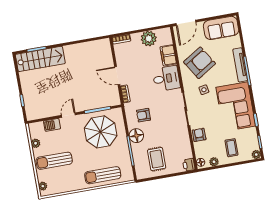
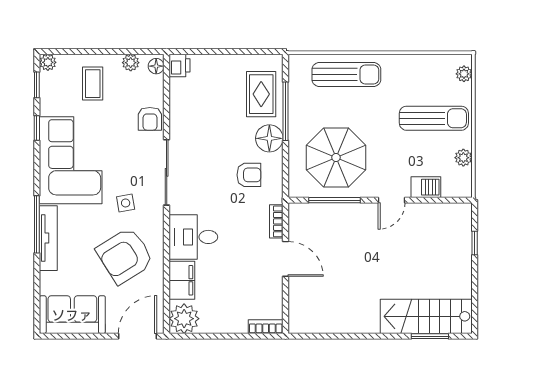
plant: (149, 39) -> (184, 319), moved
rug: (157, 159) -> (261, 94), moved

